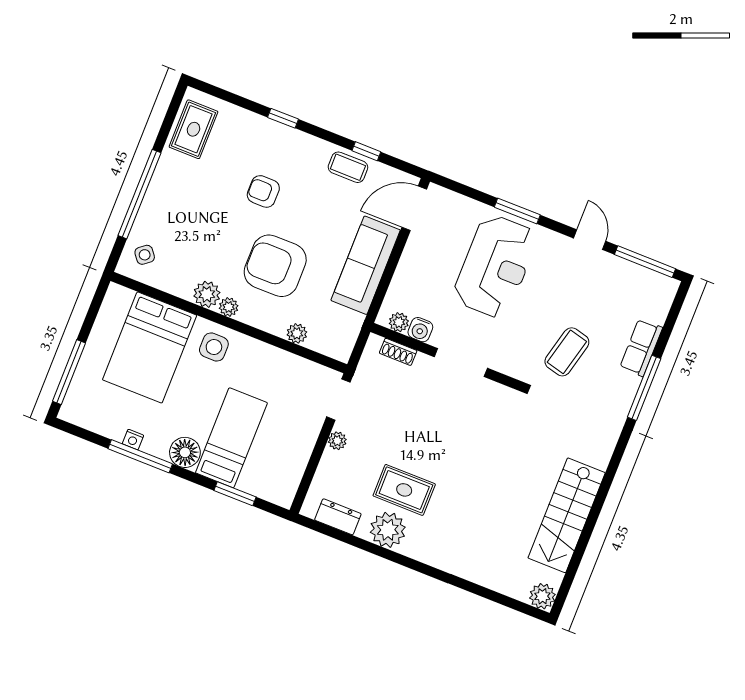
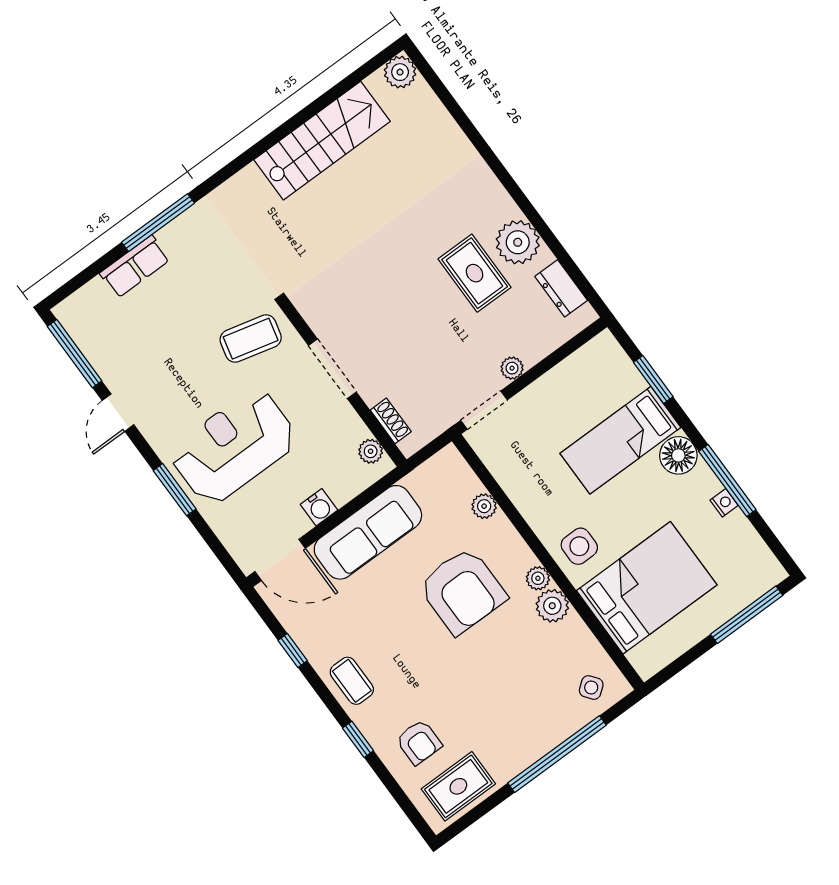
coffee table: (348, 167) -> (352, 681), moved
armchair: (263, 191) -> (419, 742), moved
water cooler: (420, 330) -> (319, 507), moved, turned 90
coffee table: (567, 352) -> (251, 339), moved

